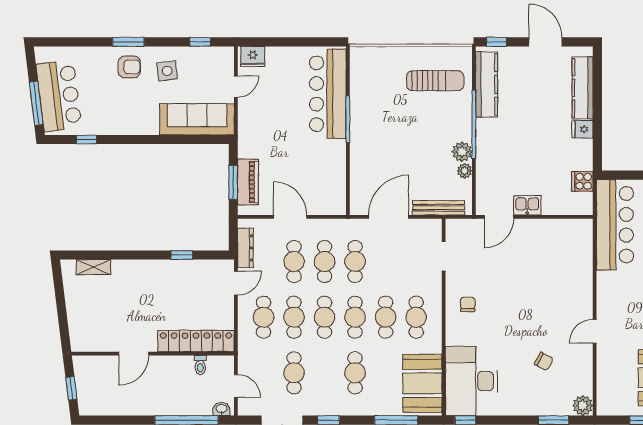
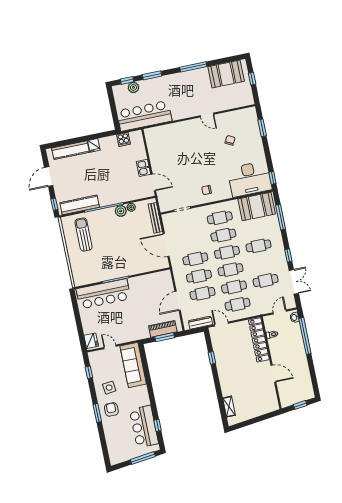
bar counter: (59, 96) -> (144, 427), moved, turned -83
plant: (583, 406) -> (251, 113), removed

